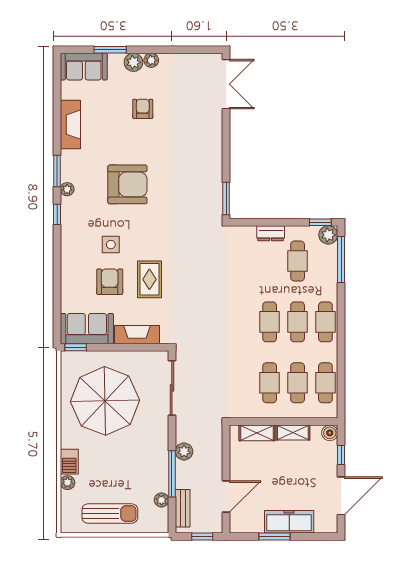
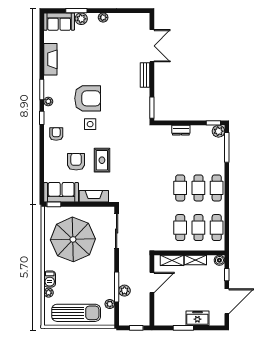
plant: (133, 62) -> (81, 19), moved
double door: (226, 84) -> (152, 46), moved
armchair: (143, 109) -> (56, 134), moved
side table: (111, 245) -> (90, 124), moved
cafe table: (298, 261) -> (198, 148), removed
plant: (184, 451) -> (124, 291), moved
door: (226, 496) -> (152, 283), moved
bench: (183, 508) -> (145, 75), moved
sun lounger: (110, 514) -> (76, 313), width x1.36, depth x1.34
freezer: (289, 522) -> (197, 318), width x0.71

